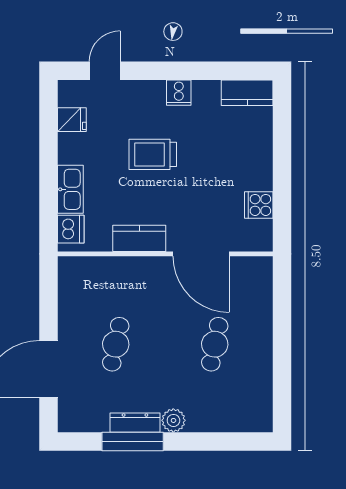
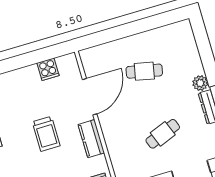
trolley: (153, 154) -> (46, 134), moved
cafe table: (116, 344) -> (163, 134), turned -33

